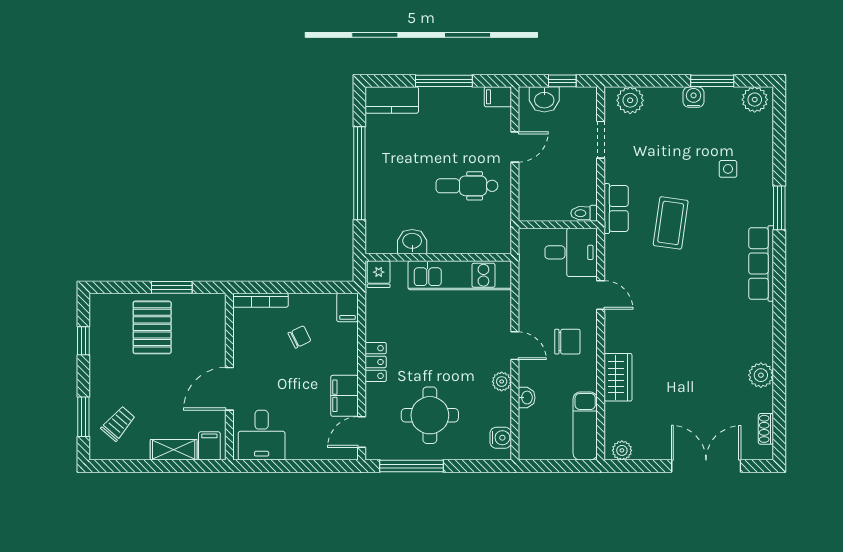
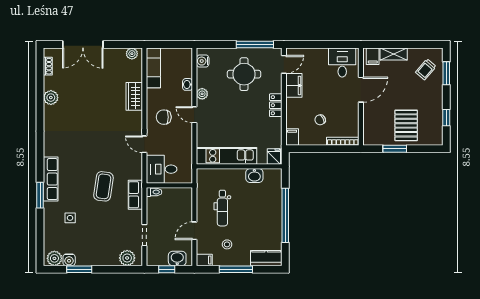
water cooler: (694, 97) -> (69, 260), moved
stool: (459, 123) -> (227, 244), added
dental chair: (467, 186) -> (222, 208), turned 90
row of seats: (761, 263) -> (51, 179), moved

